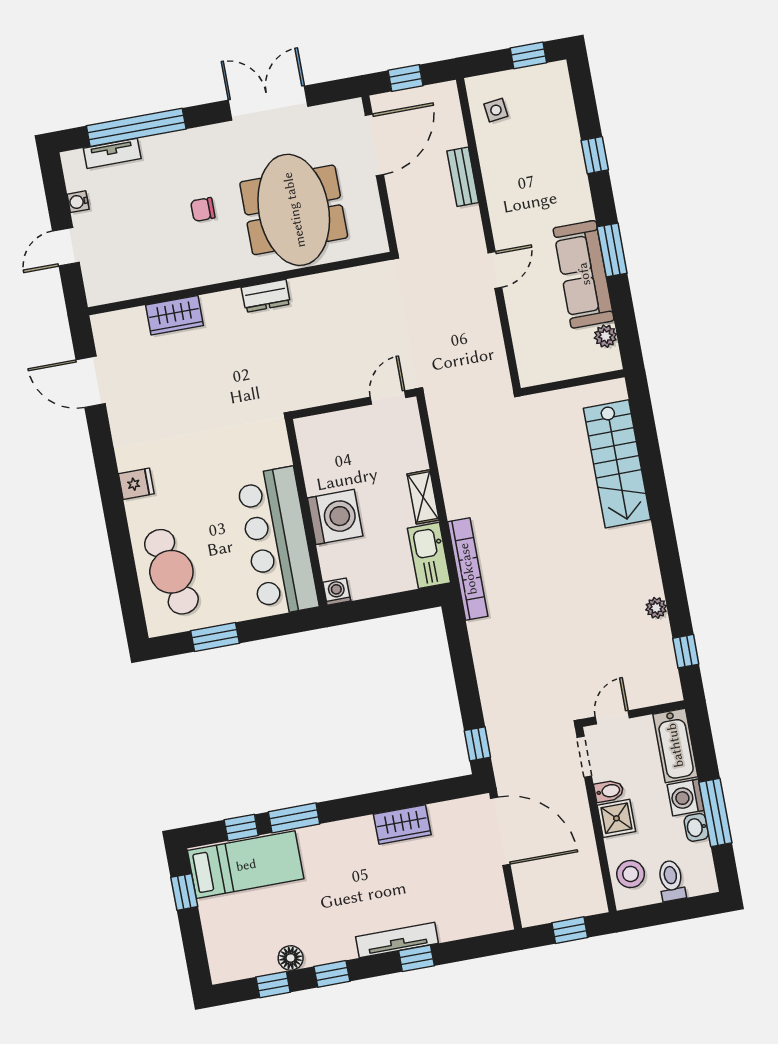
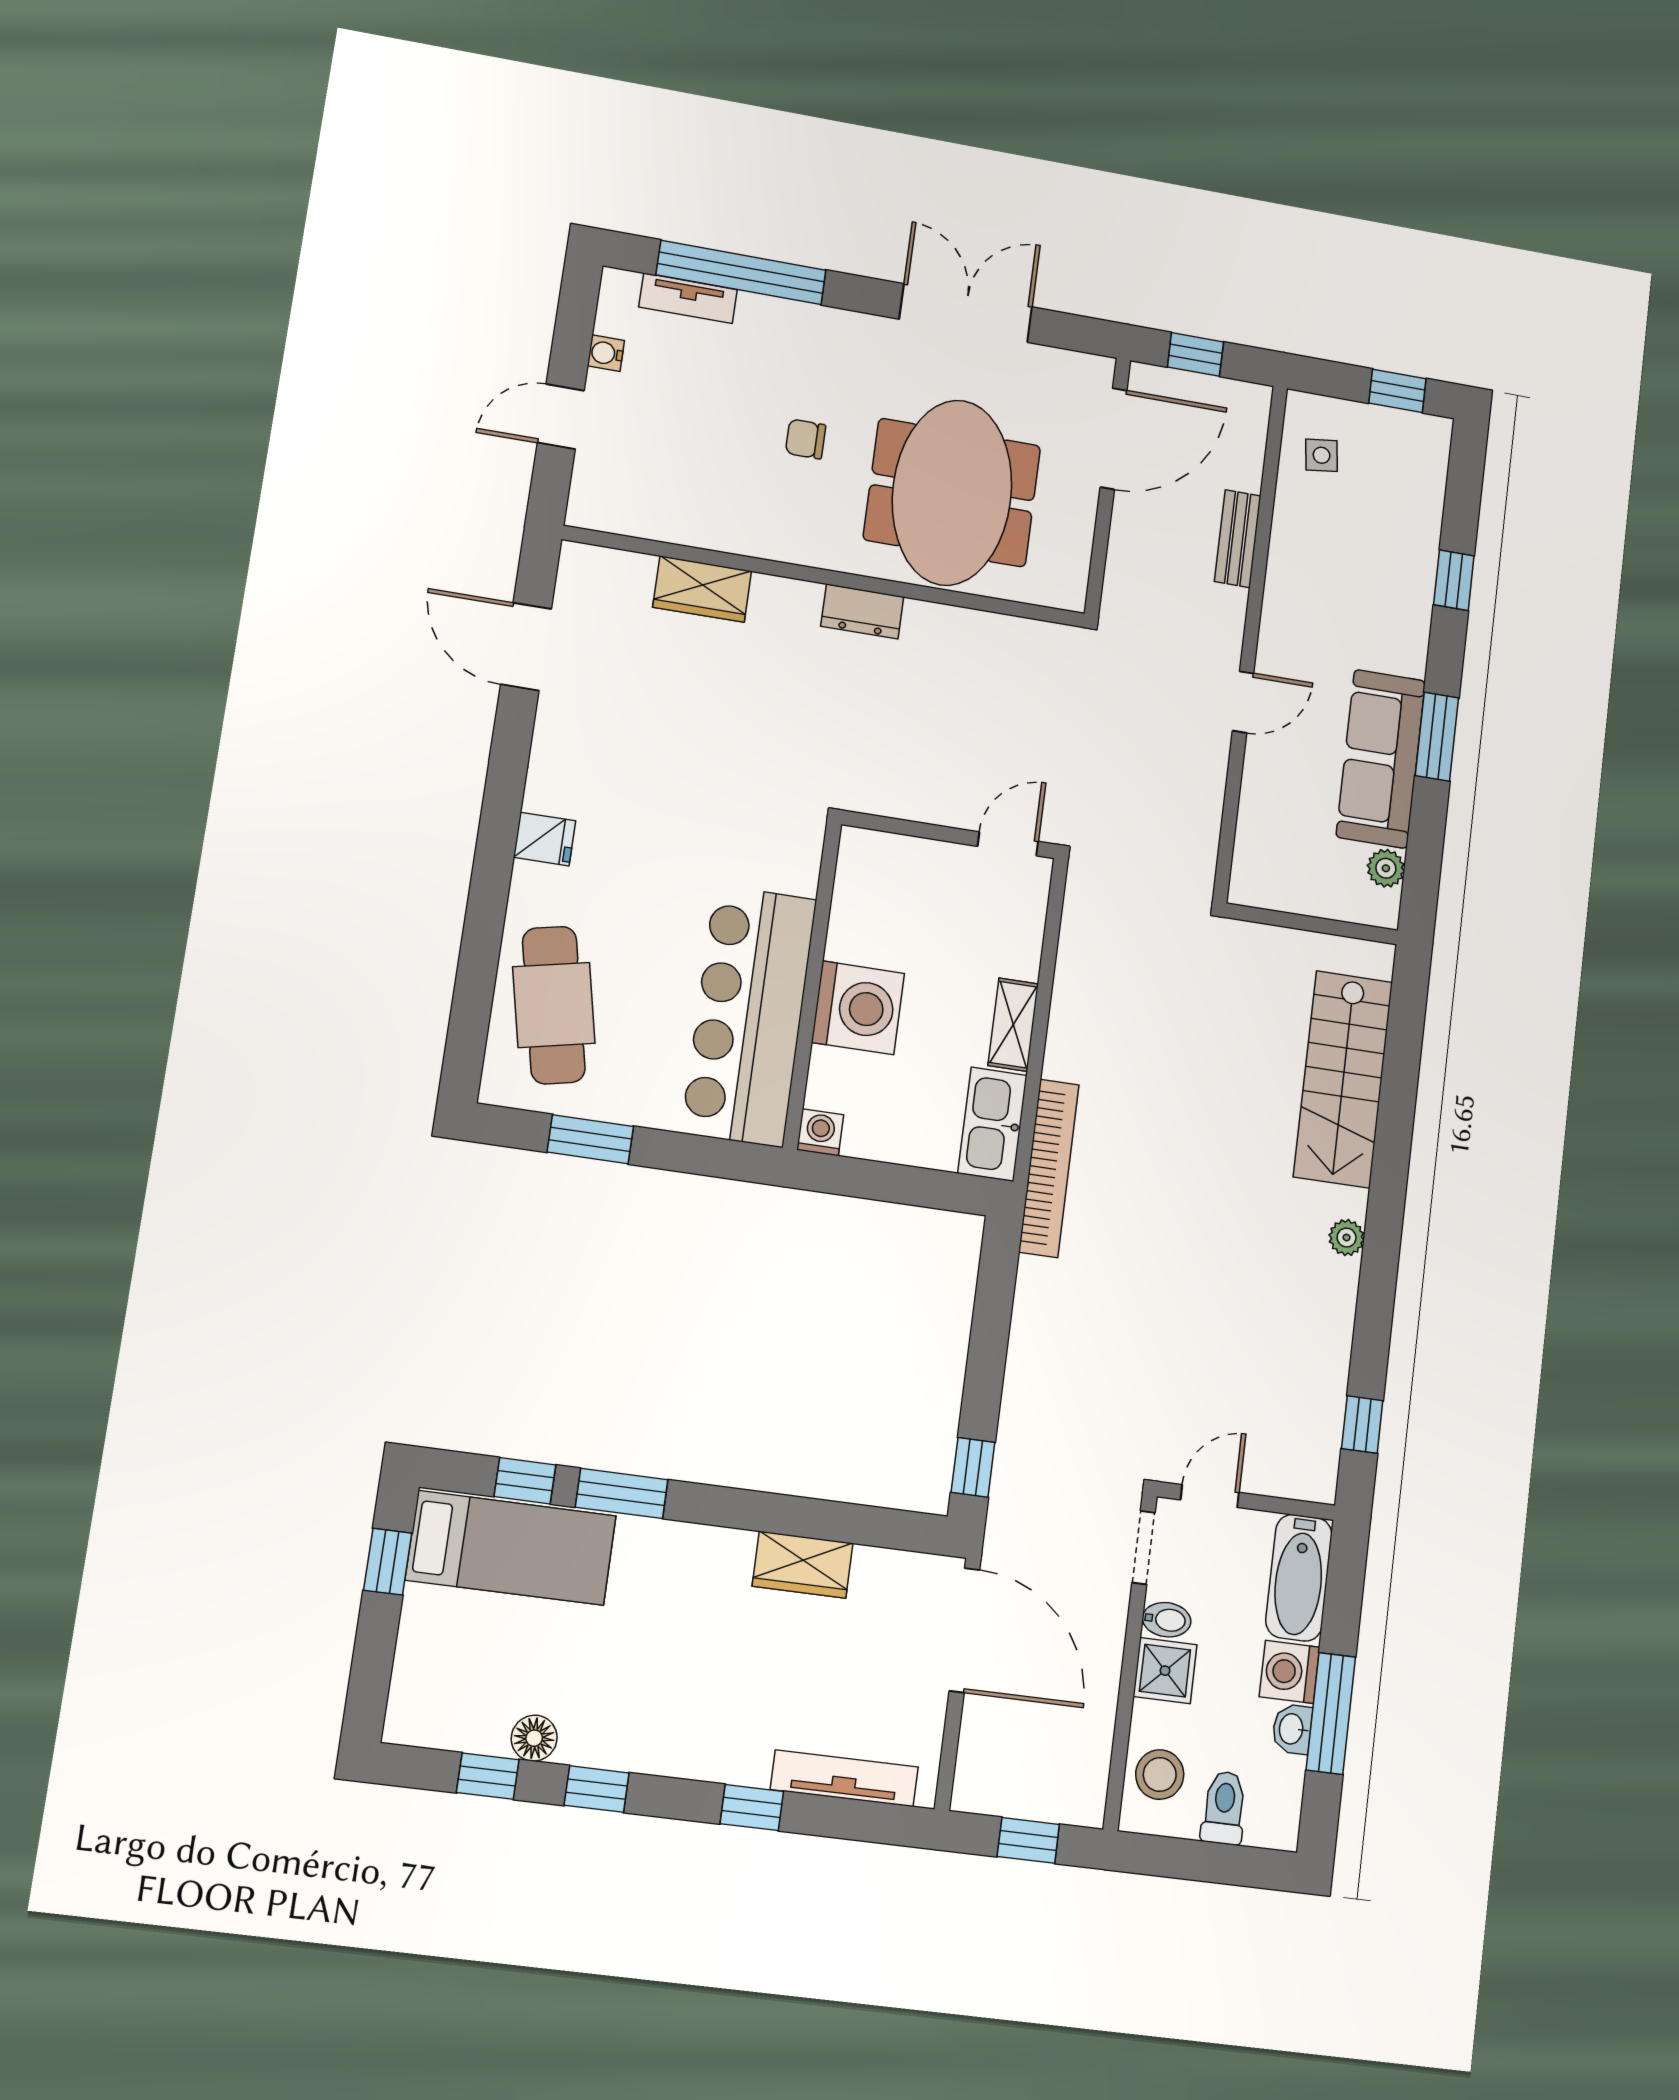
plant: (656, 608) -> (1347, 1238), moved
tv unit: (397, 940) -> (844, 1778), moved

